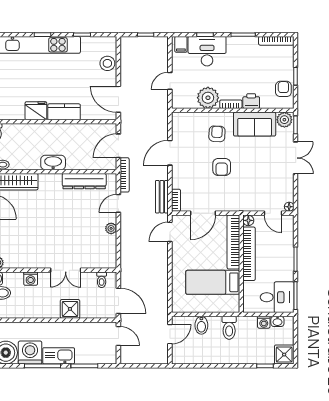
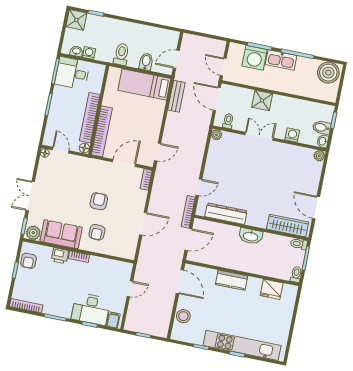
plant: (208, 98) -> (99, 267), removed
fridge: (36, 111) -> (272, 289), moved
bench: (162, 197) -> (176, 96), moved
plant: (111, 228) -> (216, 135), moved
bed: (213, 282) -> (144, 84), moved, turned 180
washing machine: (30, 353) -> (255, 58), moved

